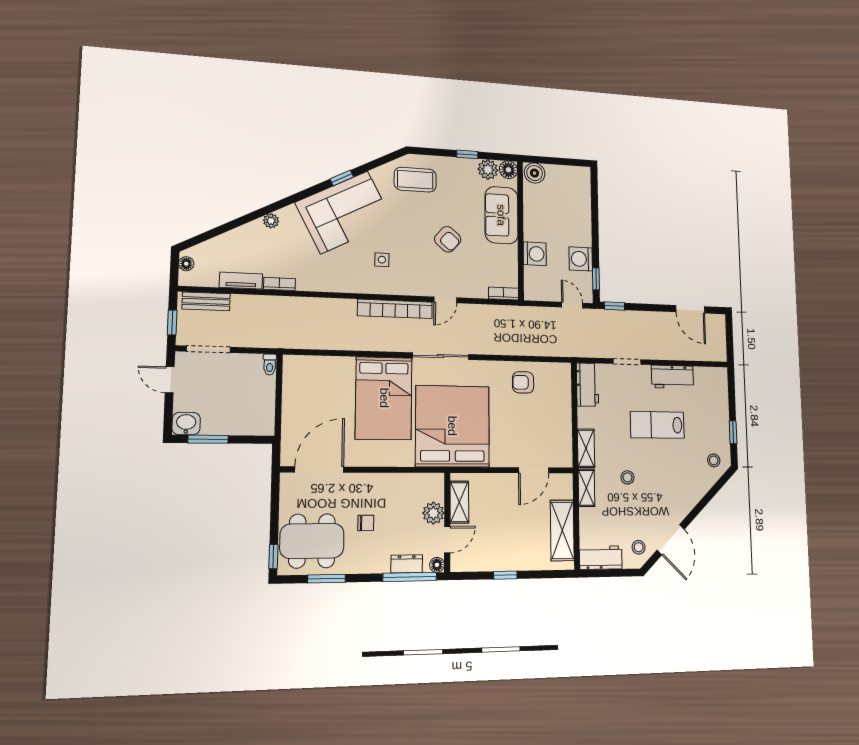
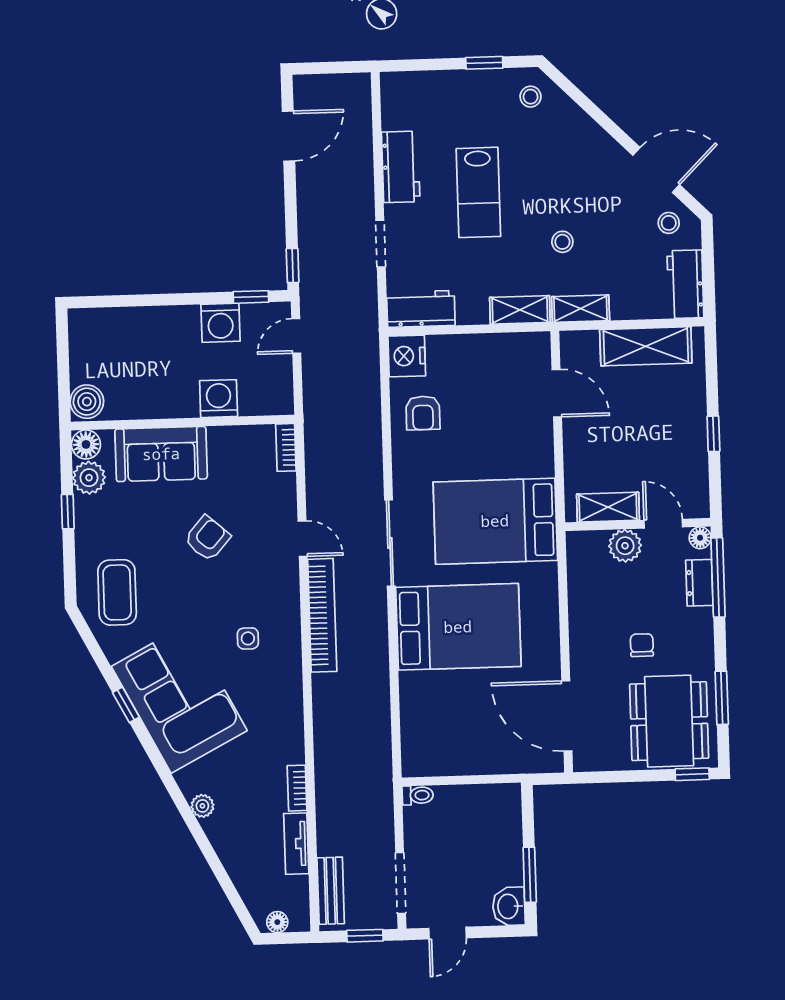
nightstand: (559, 374) -> (407, 356), added
bed: (452, 426) -> (495, 521), width x0.73

